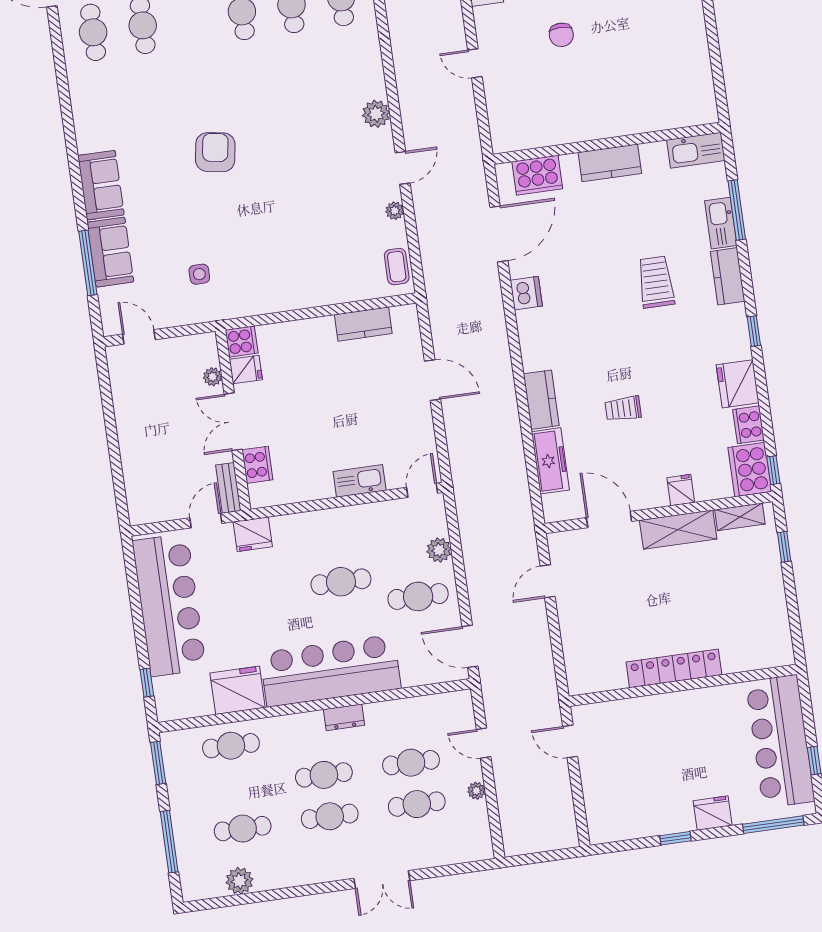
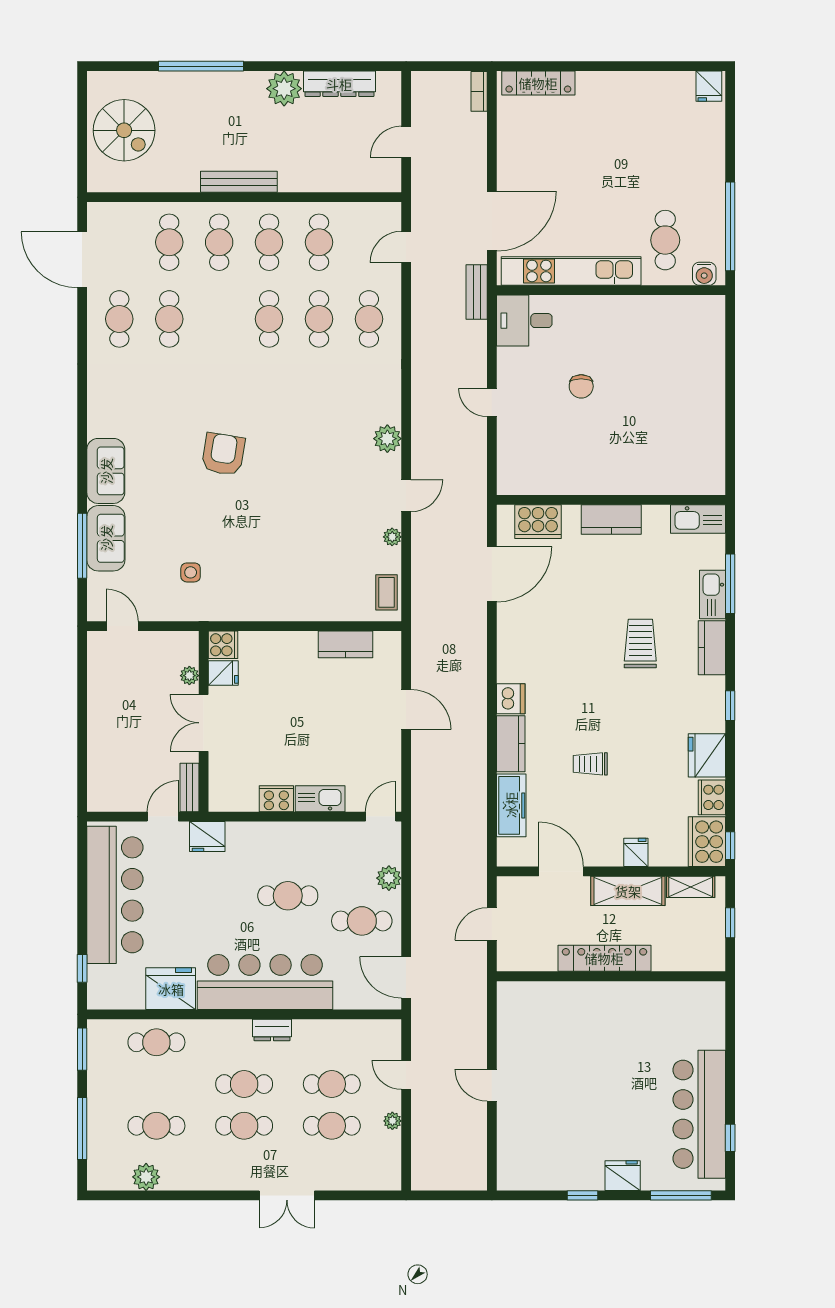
dishwasher: (526, 293) -> (511, 699), moved
cooker: (257, 465) -> (276, 799), moved, turned -90
locker: (674, 668) -> (604, 958), moved
wall: (683, 685) -> (611, 976), moved

